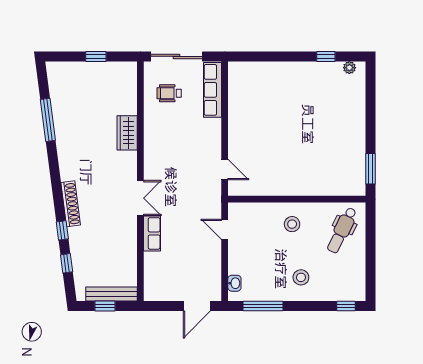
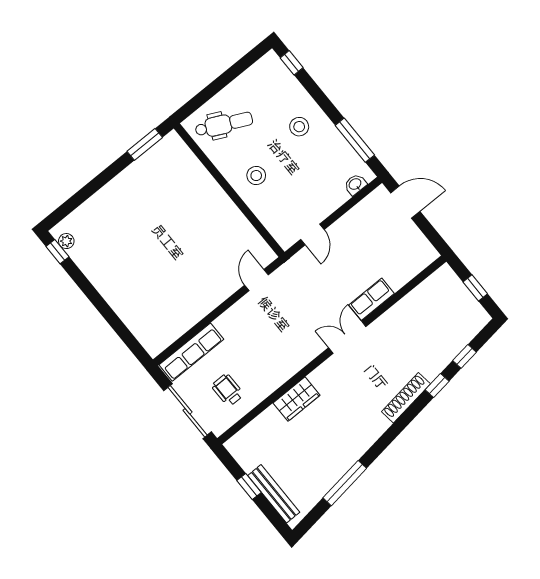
window: (326, 56) -> (57, 252), moved
wheelchair: (169, 93) -> (228, 390), turned 180
bench: (112, 294) -> (274, 494), moved

